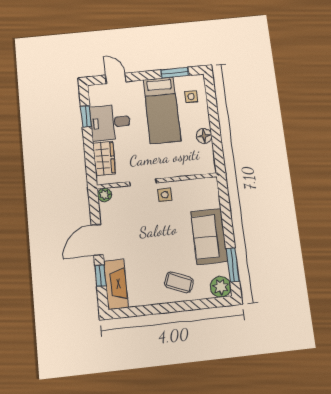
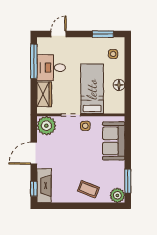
door: (116, 78) -> (59, 34), hinge flipped
bed: (162, 110) -> (92, 89), moved, turned 180
window: (86, 116) -> (34, 61), width x2.17
plant: (105, 195) -> (46, 126), width x1.87, depth x1.87
sofa: (209, 237) -> (114, 141), moved
window: (100, 276) -> (34, 189), moved

